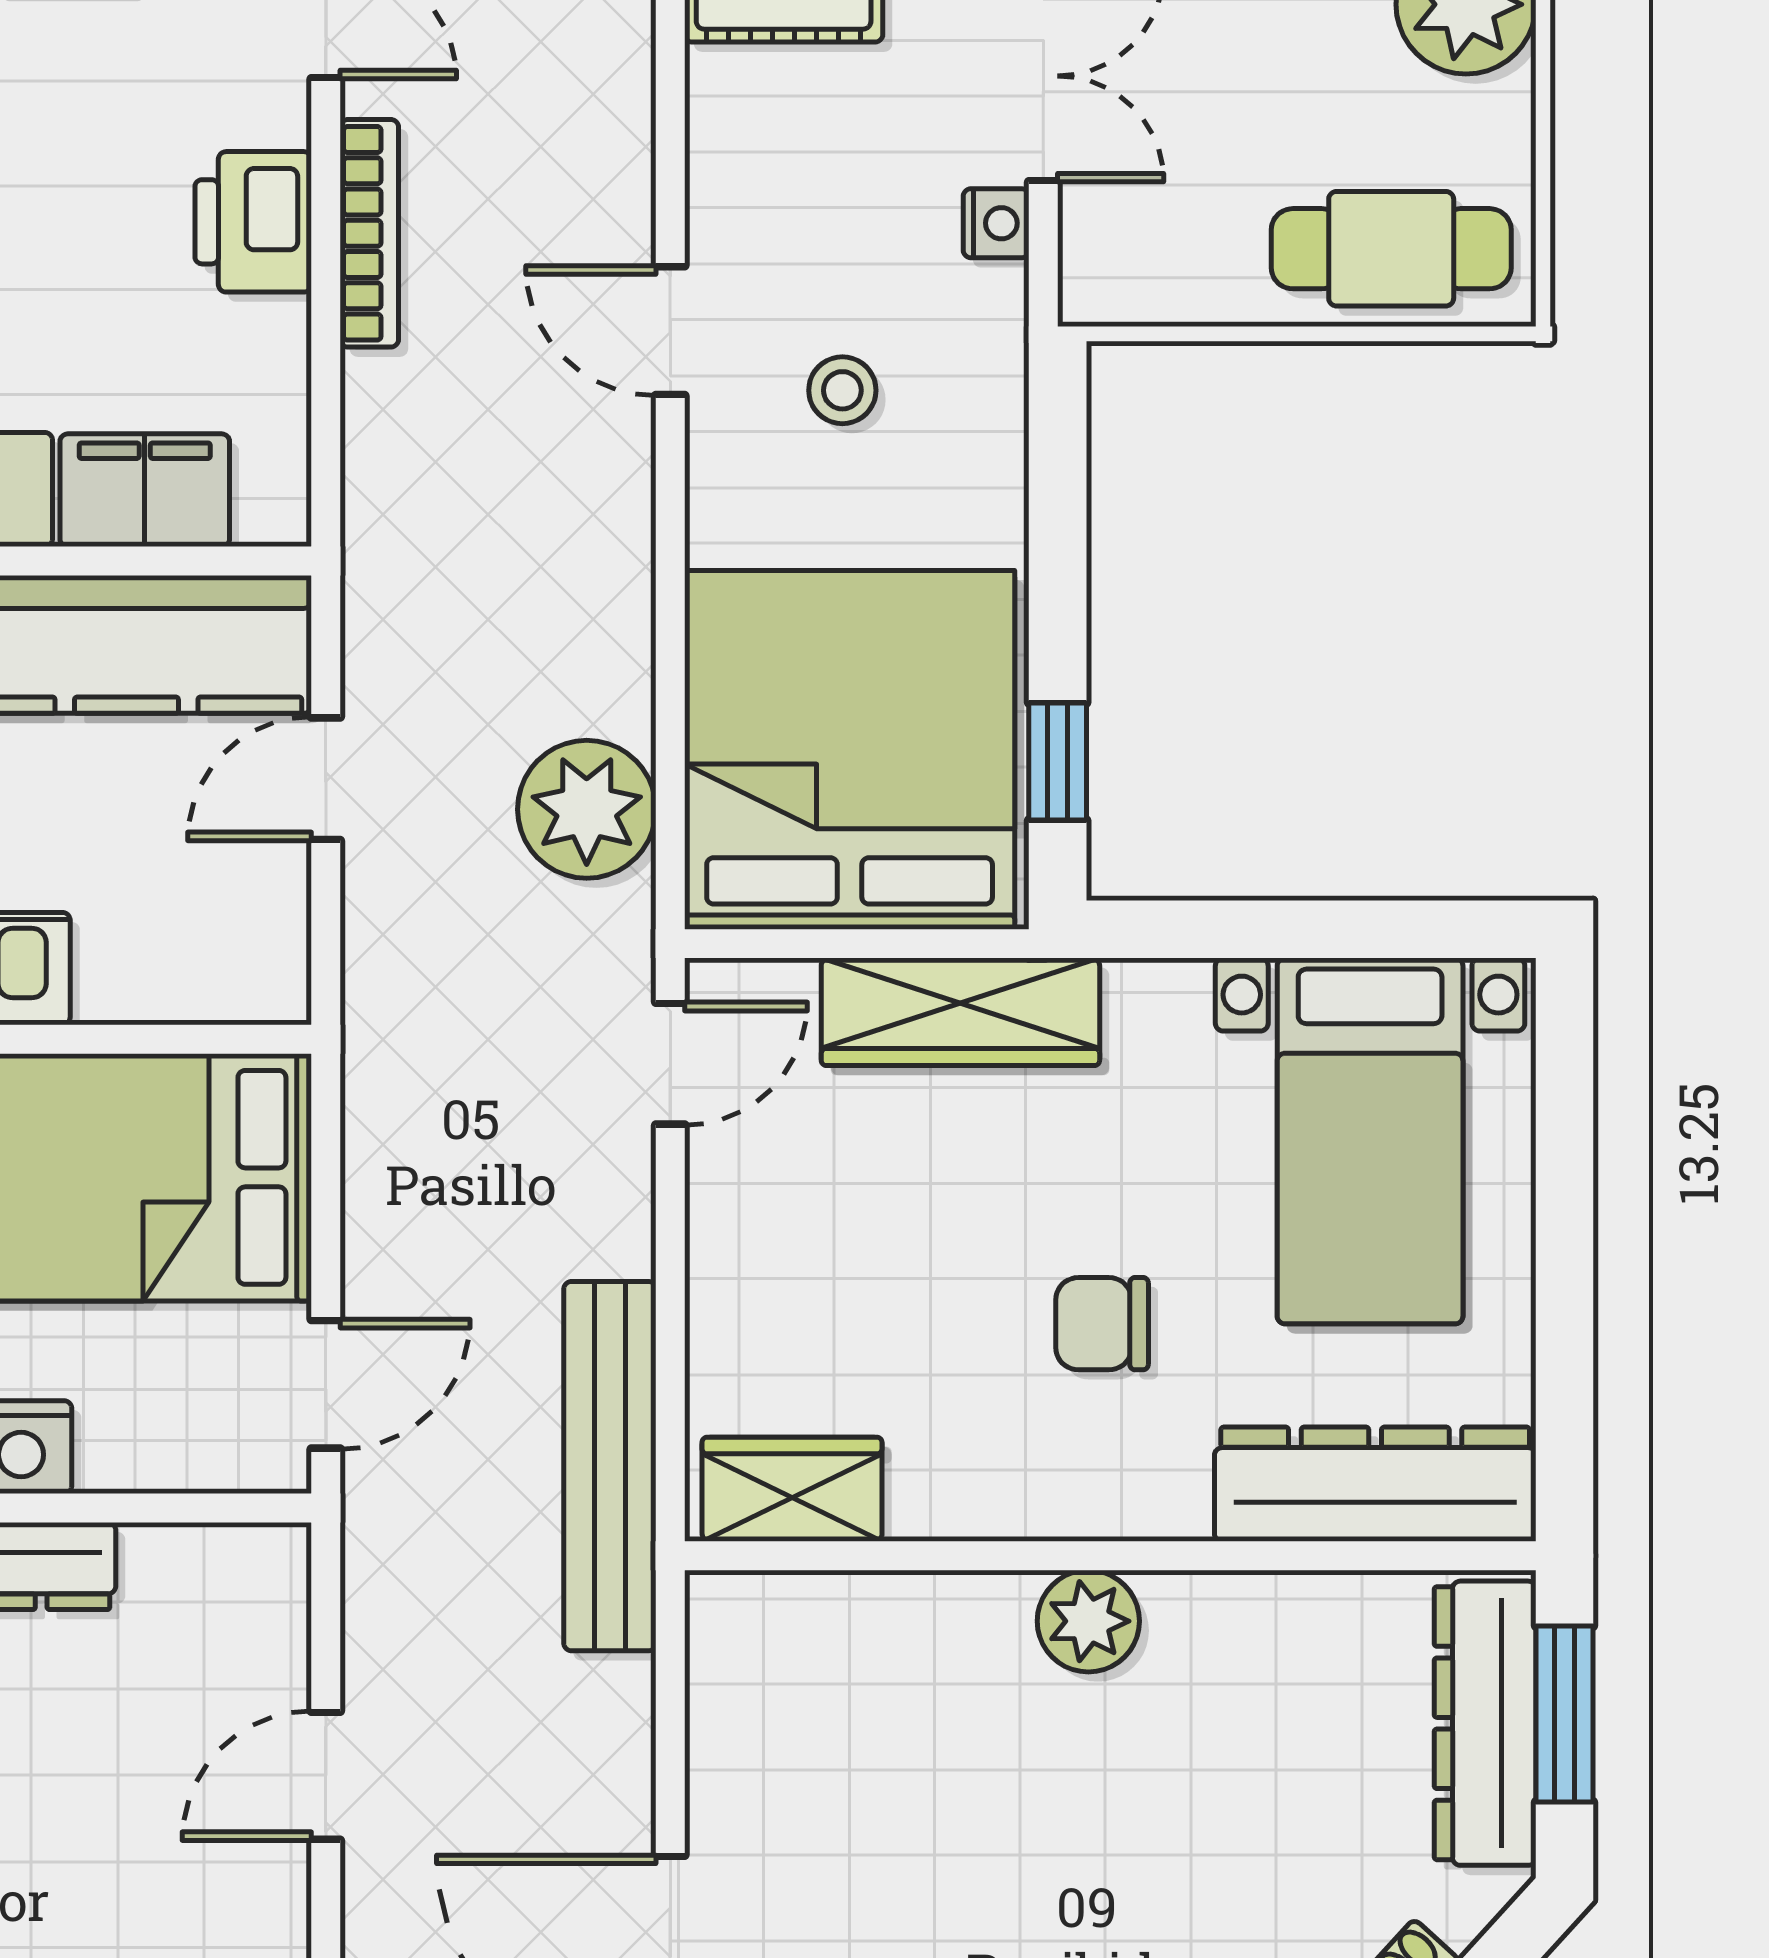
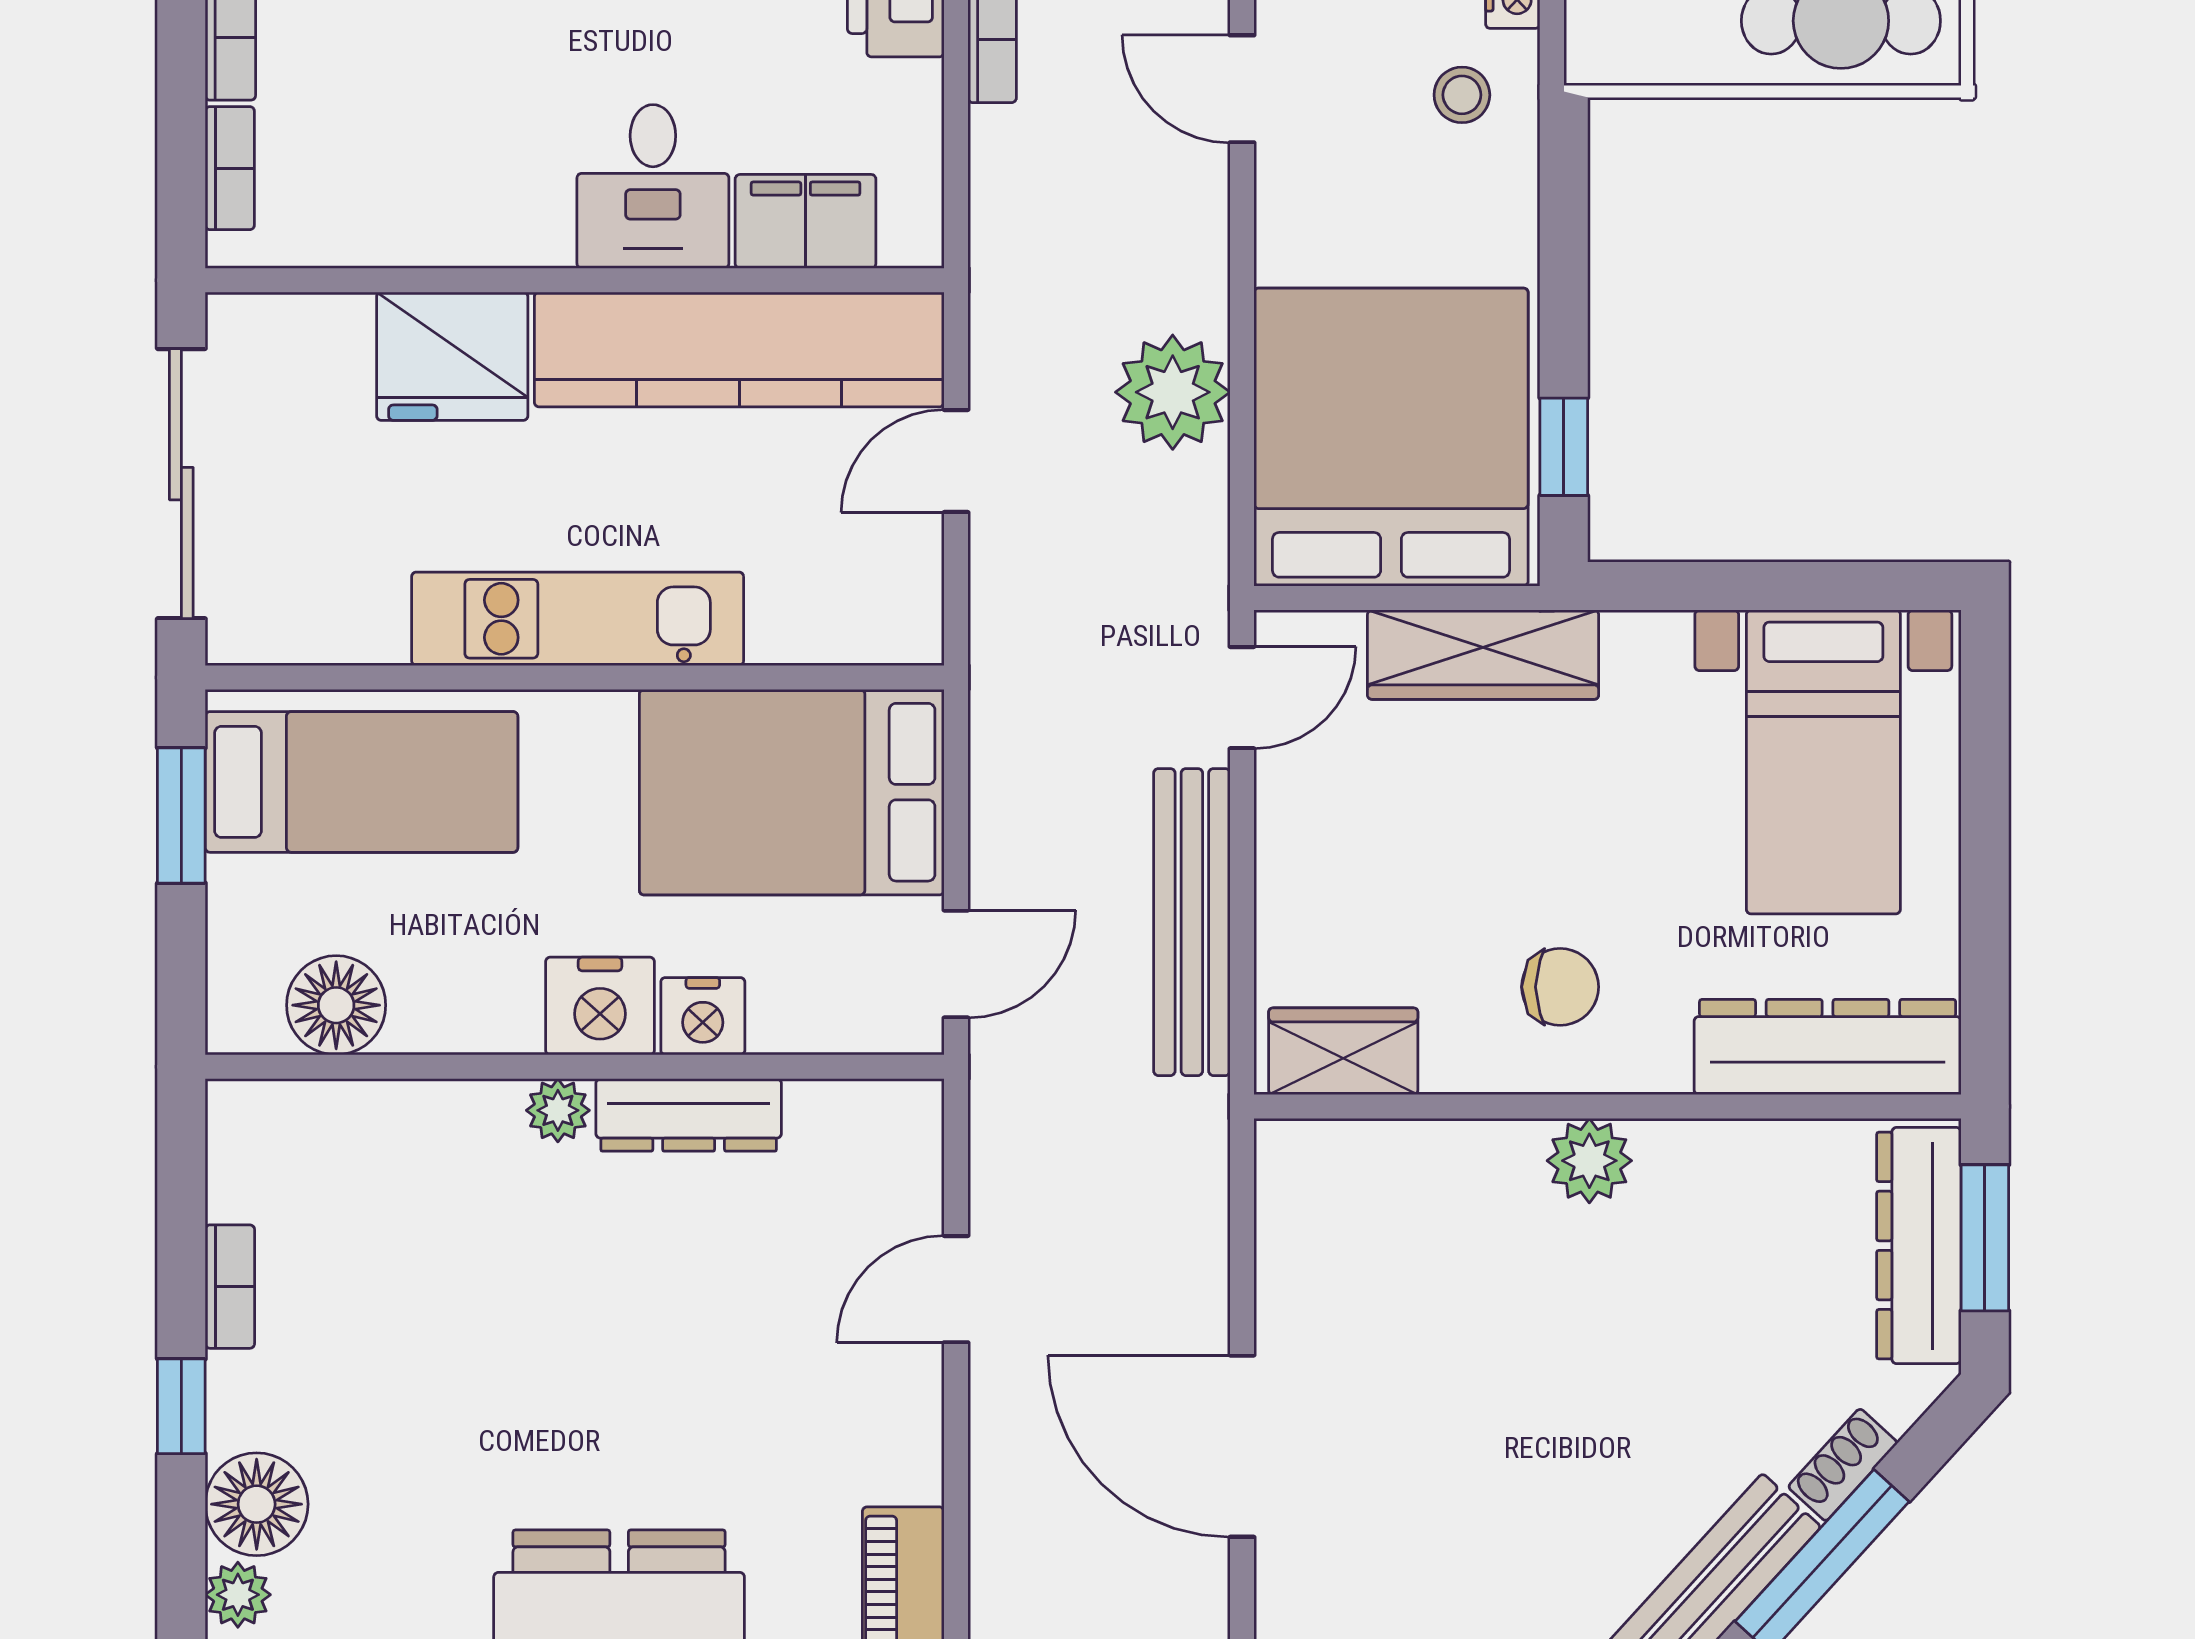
stool: (842, 390) -> (1462, 95), moved
plant: (587, 809) -> (1173, 392), moved
chair: (1102, 1324) -> (1560, 987), moved, turned 180
bench: (610, 1466) -> (1192, 922), moved

